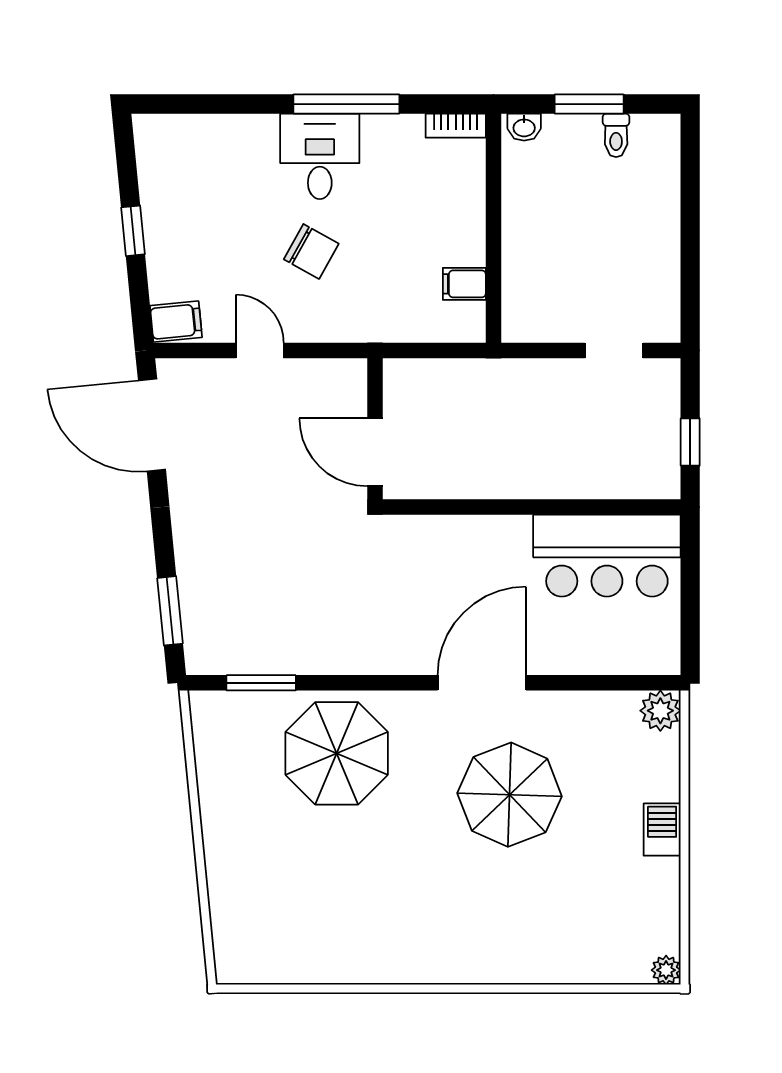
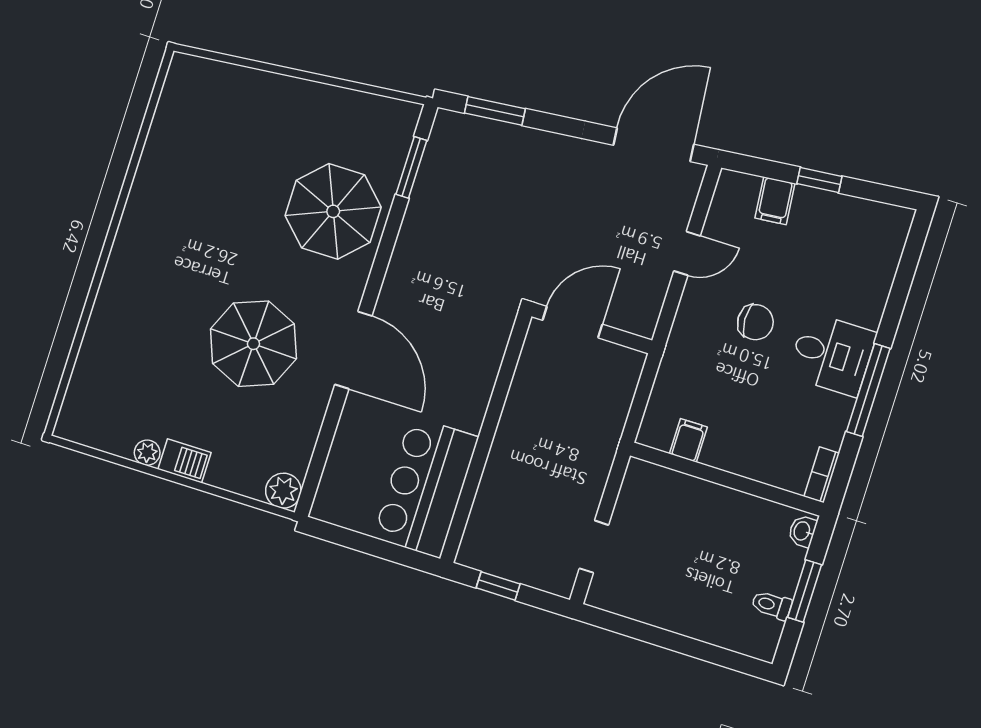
chair: (311, 251) -> (755, 322), turned -121
filing cabinet: (176, 322) -> (775, 201), moved
plant: (666, 970) -> (147, 453), moved

